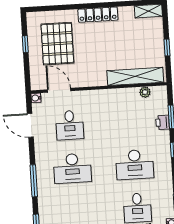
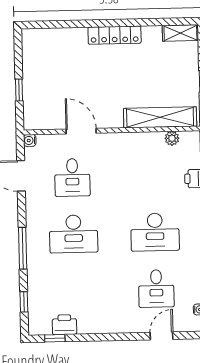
window: (25, 44) -> (19, 90), moved
pallet: (57, 44) -> (60, 71), removed
door: (59, 90) -> (81, 131), moved

